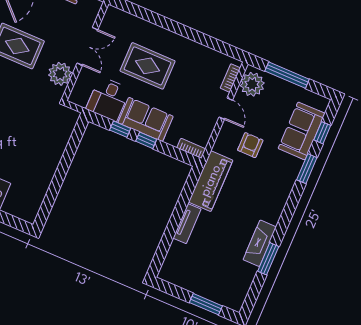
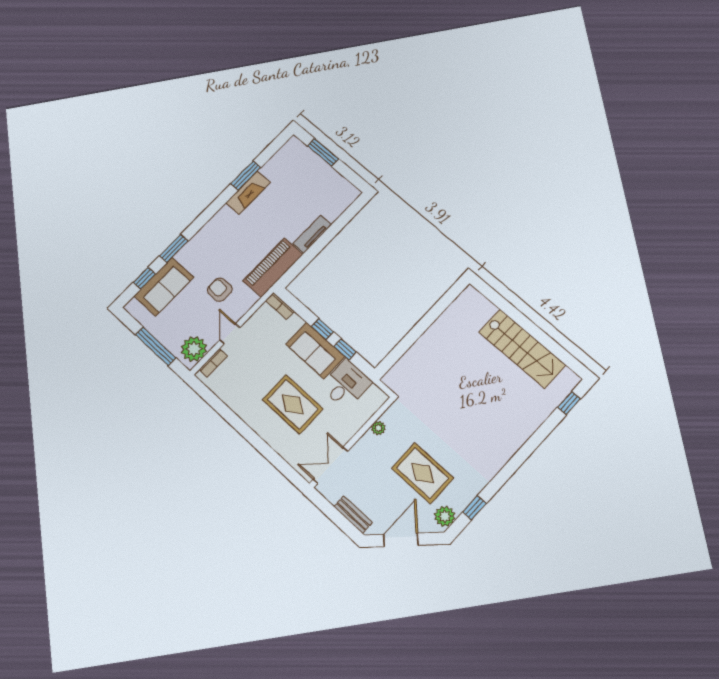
double door: (87, 46) -> (330, 465), moved
plant: (60, 74) -> (378, 428), width x0.53, depth x0.53
armchair: (250, 145) -> (220, 290), turned 90

